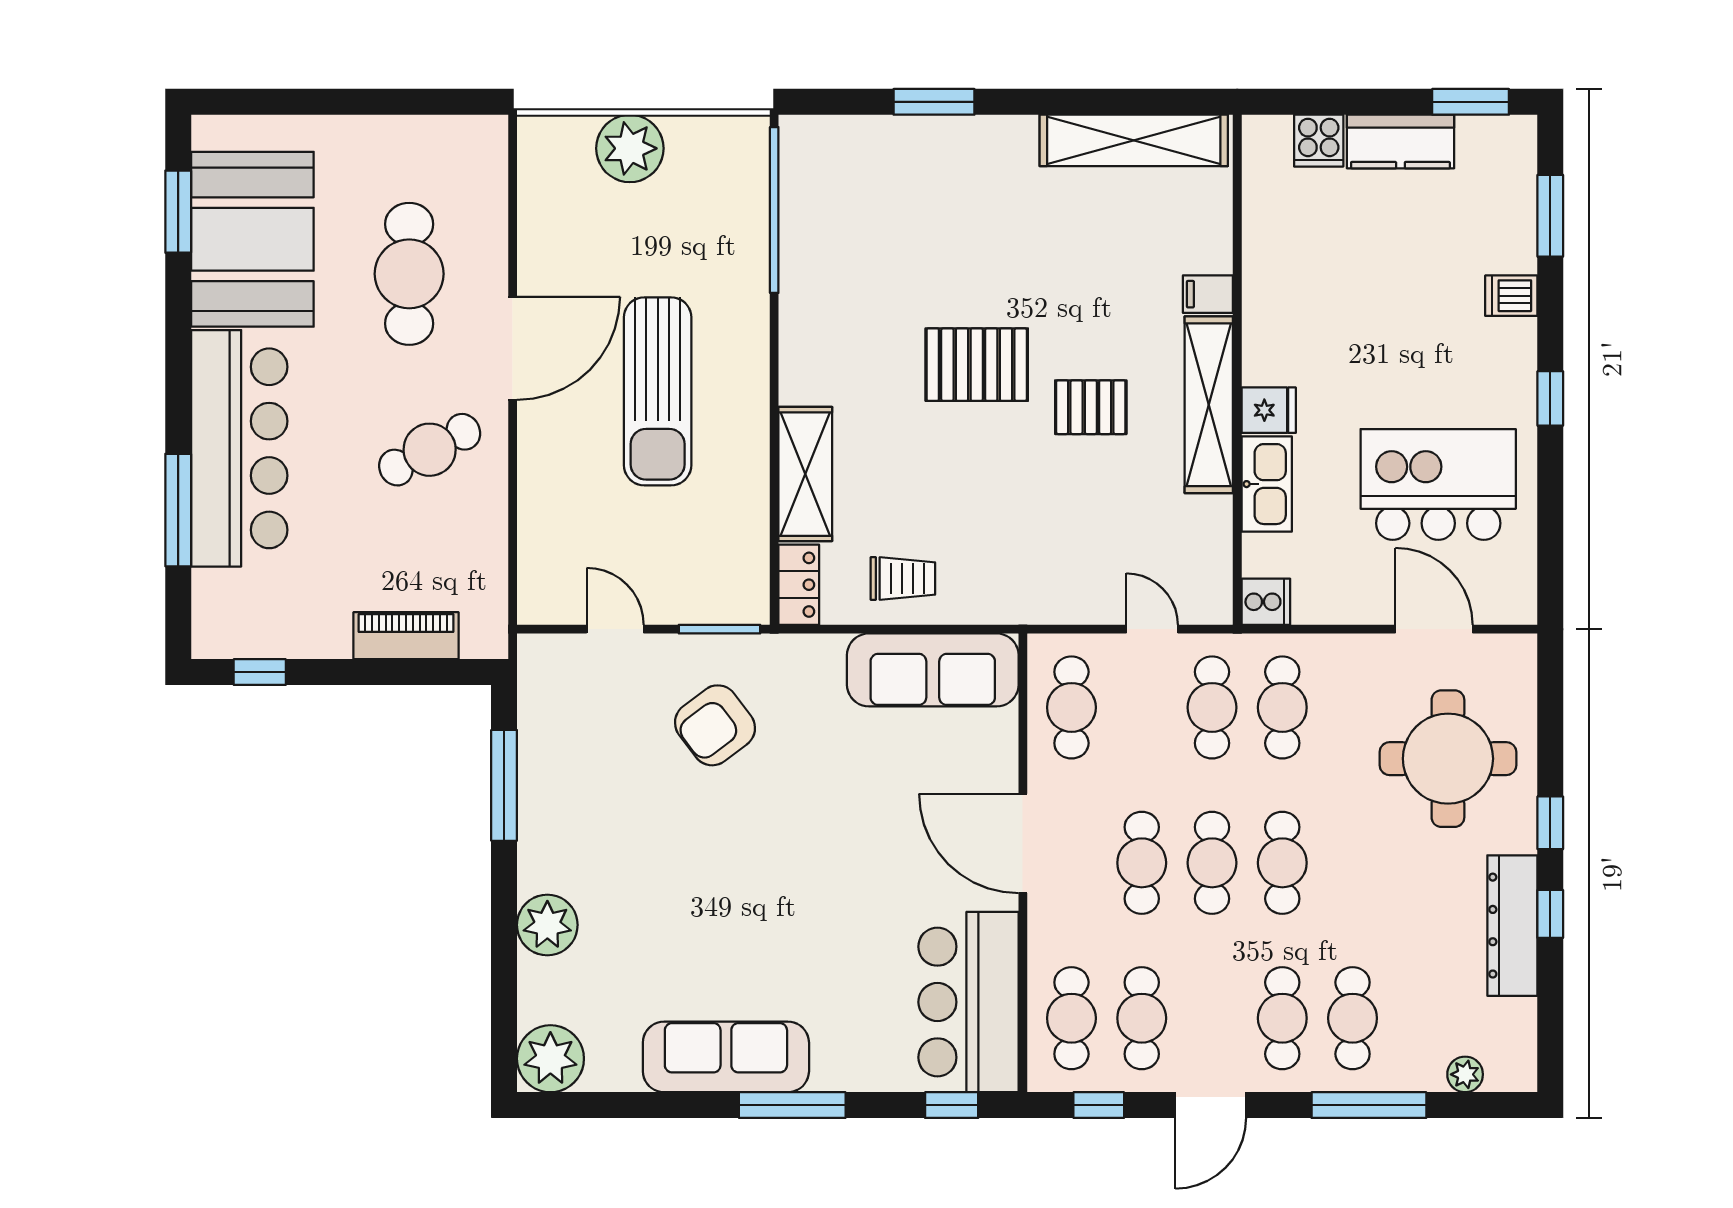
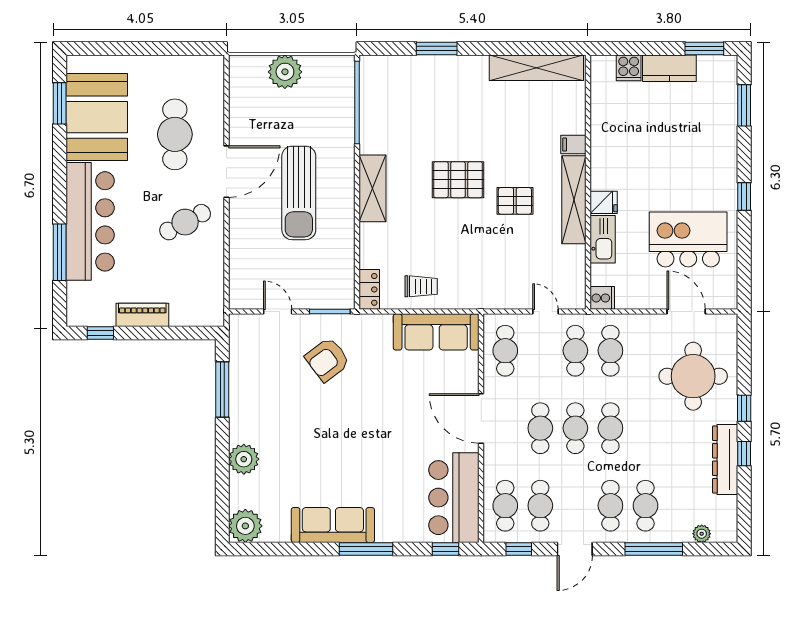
dishwasher: (1511, 296) -> (725, 145), removed
shelving: (805, 474) -> (372, 188), moved
piano: (406, 636) -> (142, 315), moved

